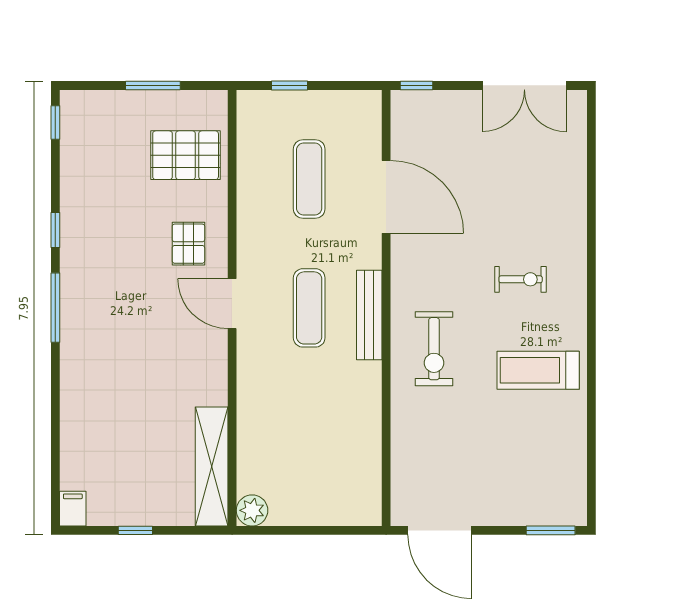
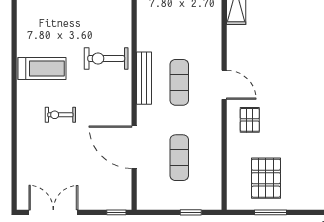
pallet: (186, 155) -> (266, 178), moved, turned 90
exercise bike: (521, 279) -> (60, 115), moved
exercise bike: (434, 349) -> (106, 58), turned -90
treadmill: (538, 370) -> (42, 69), moved

